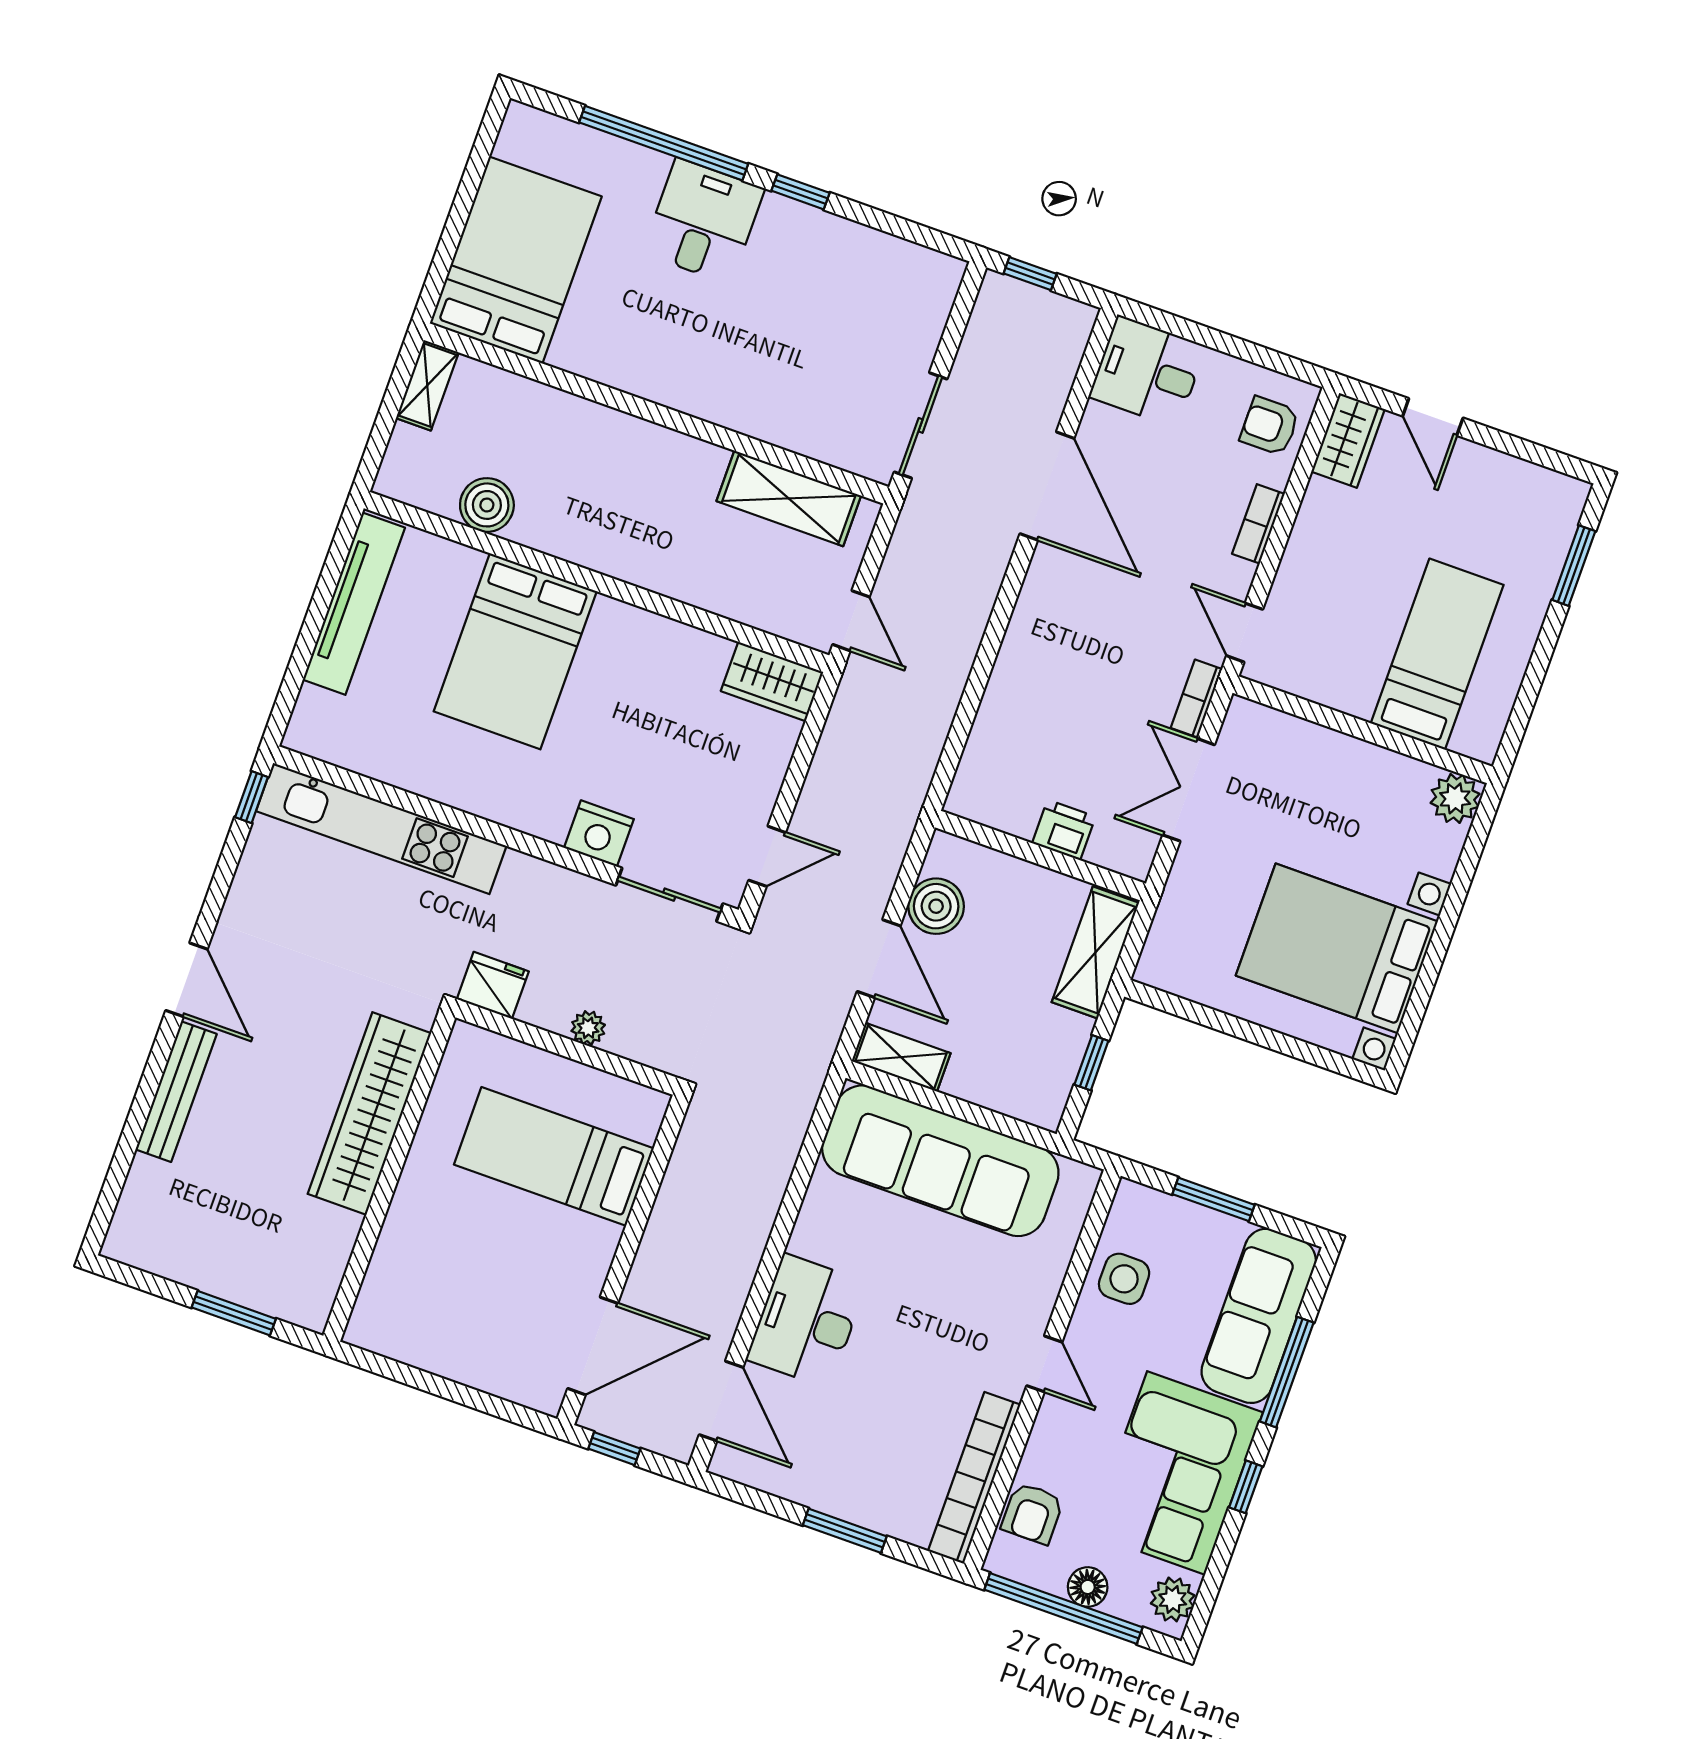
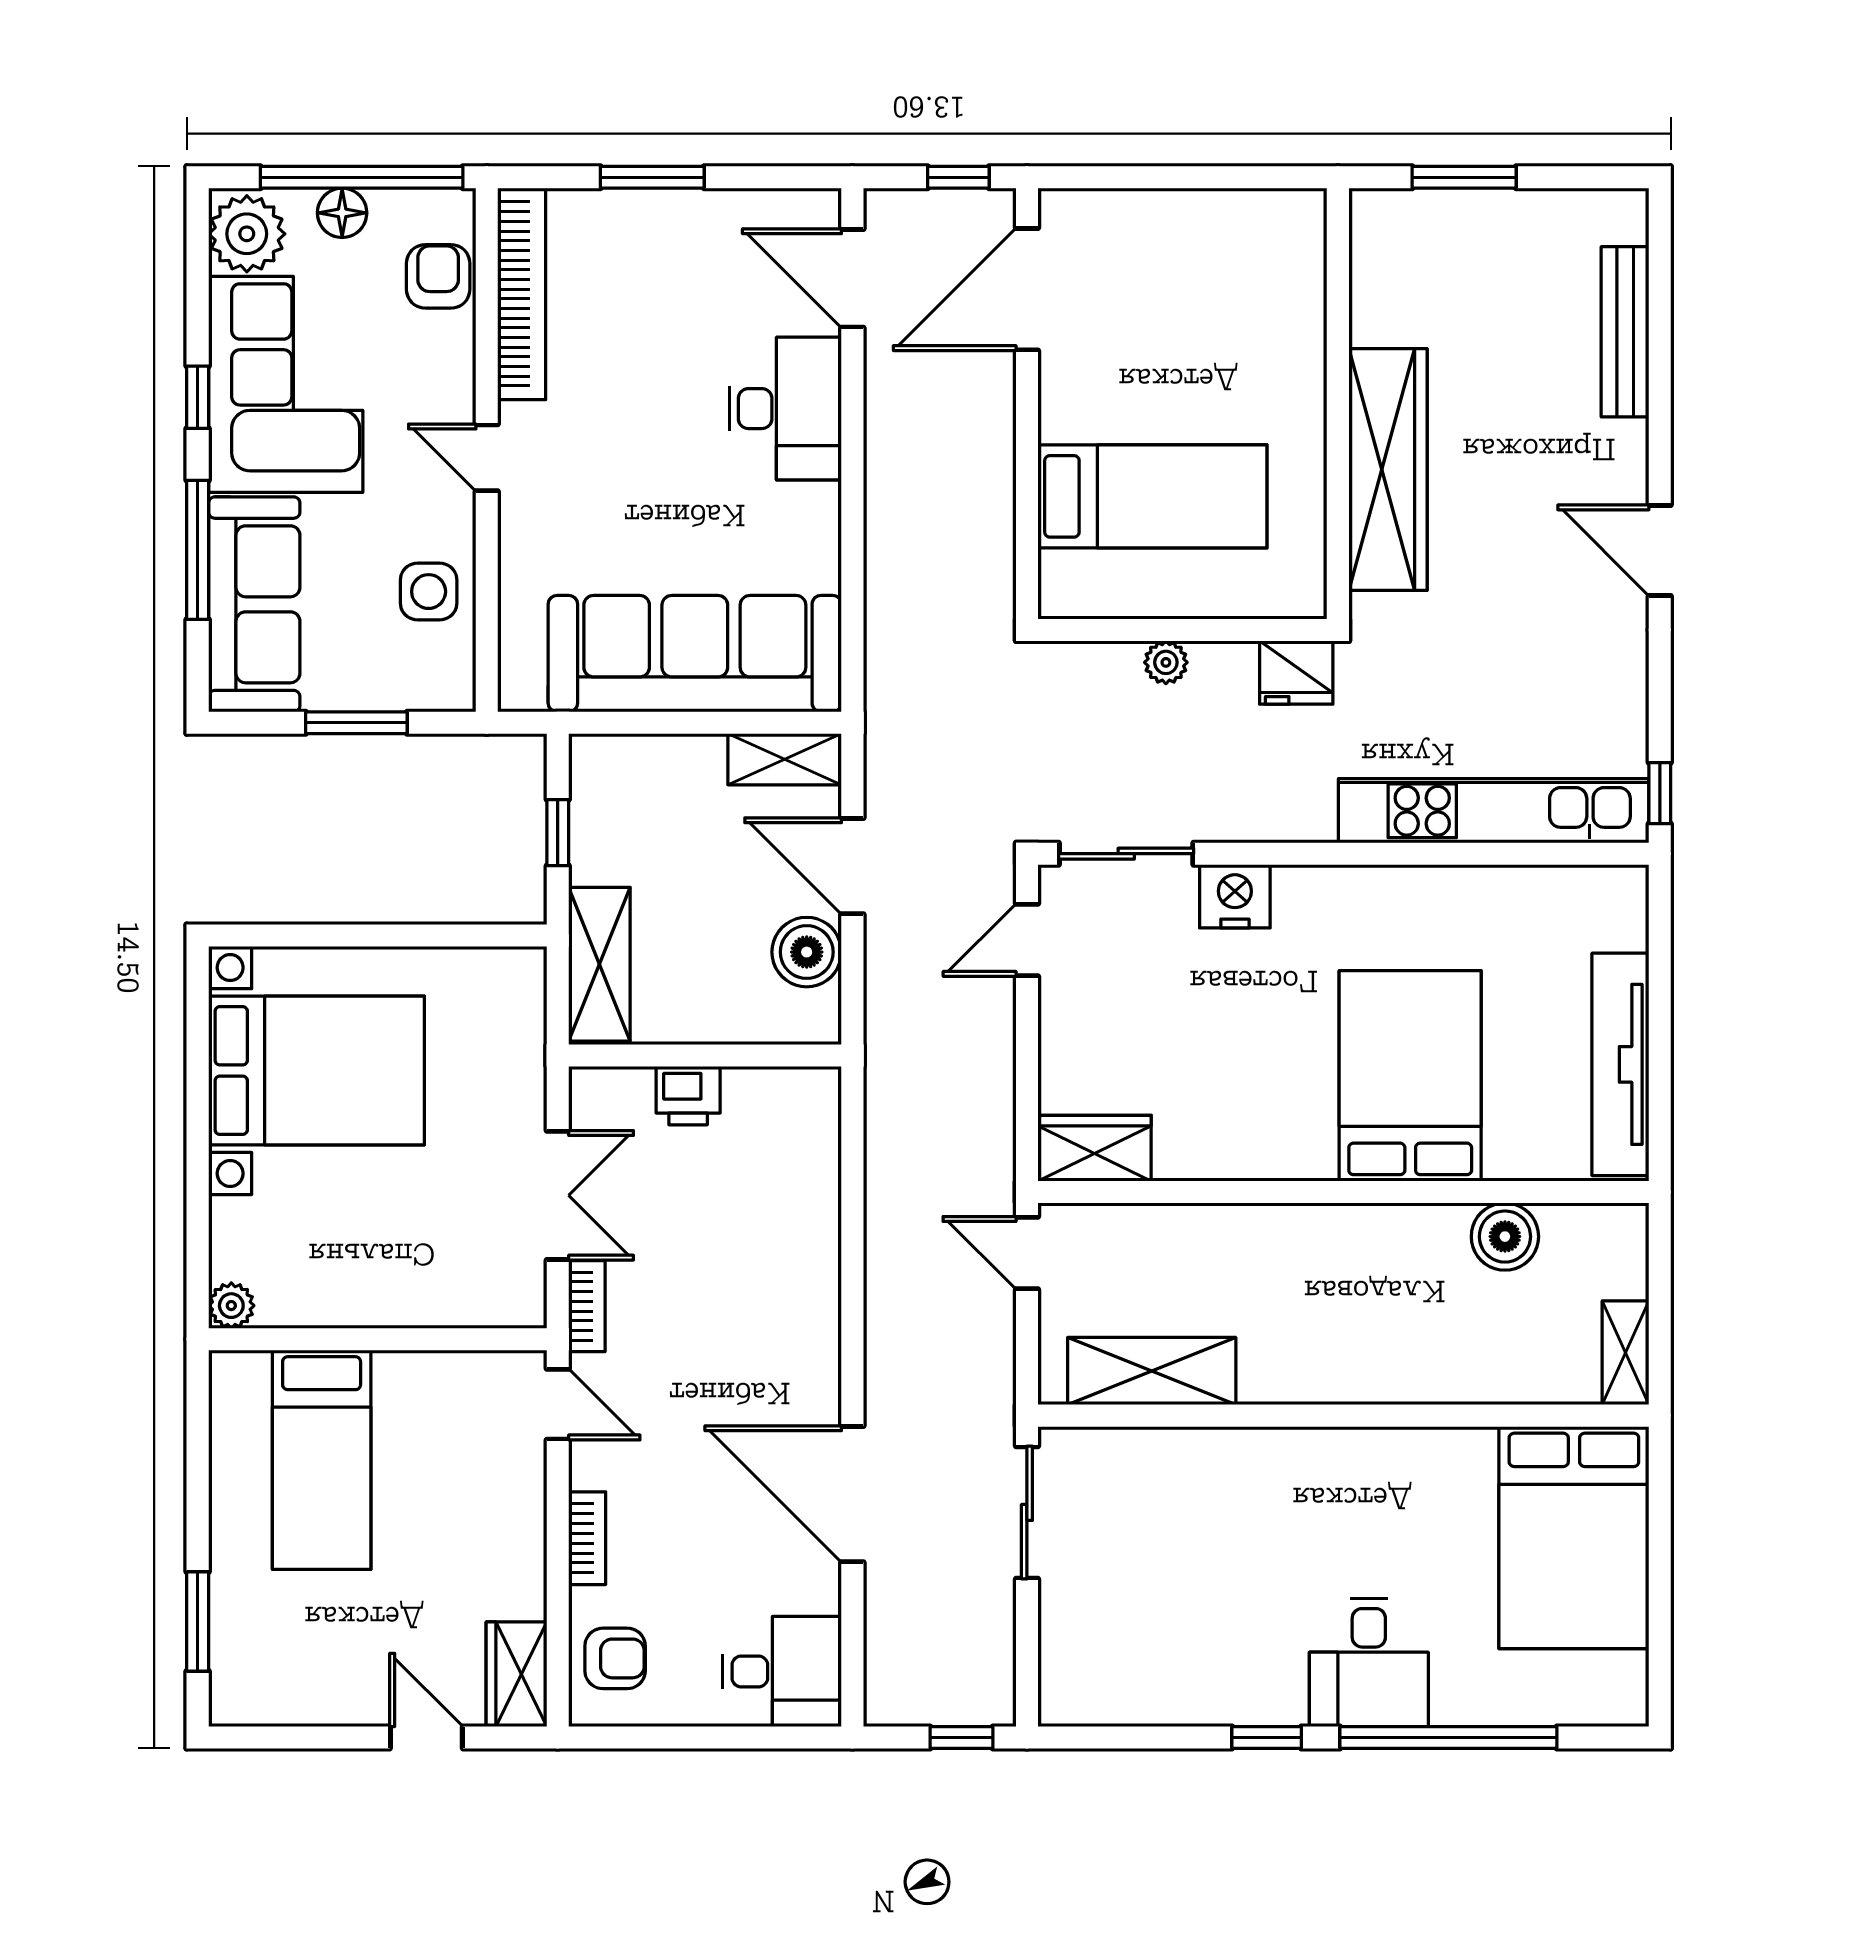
plant: (1455, 798) -> (231, 1306), width x0.73, depth x0.73
bench: (176, 1092) -> (1625, 332), moved
plant: (1173, 1599) -> (247, 234), width x1.36, depth x1.36

